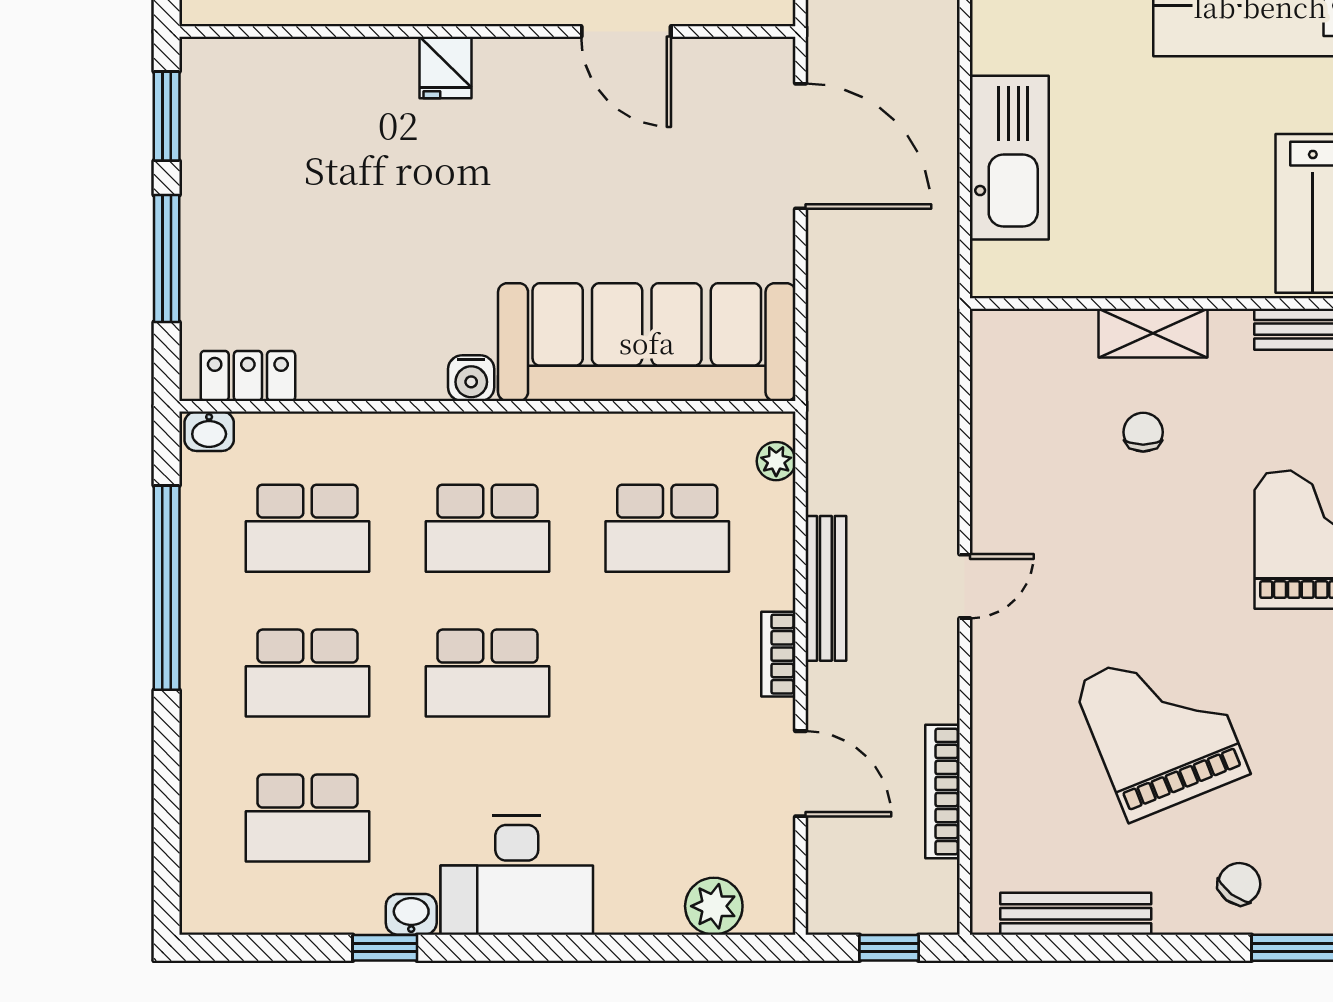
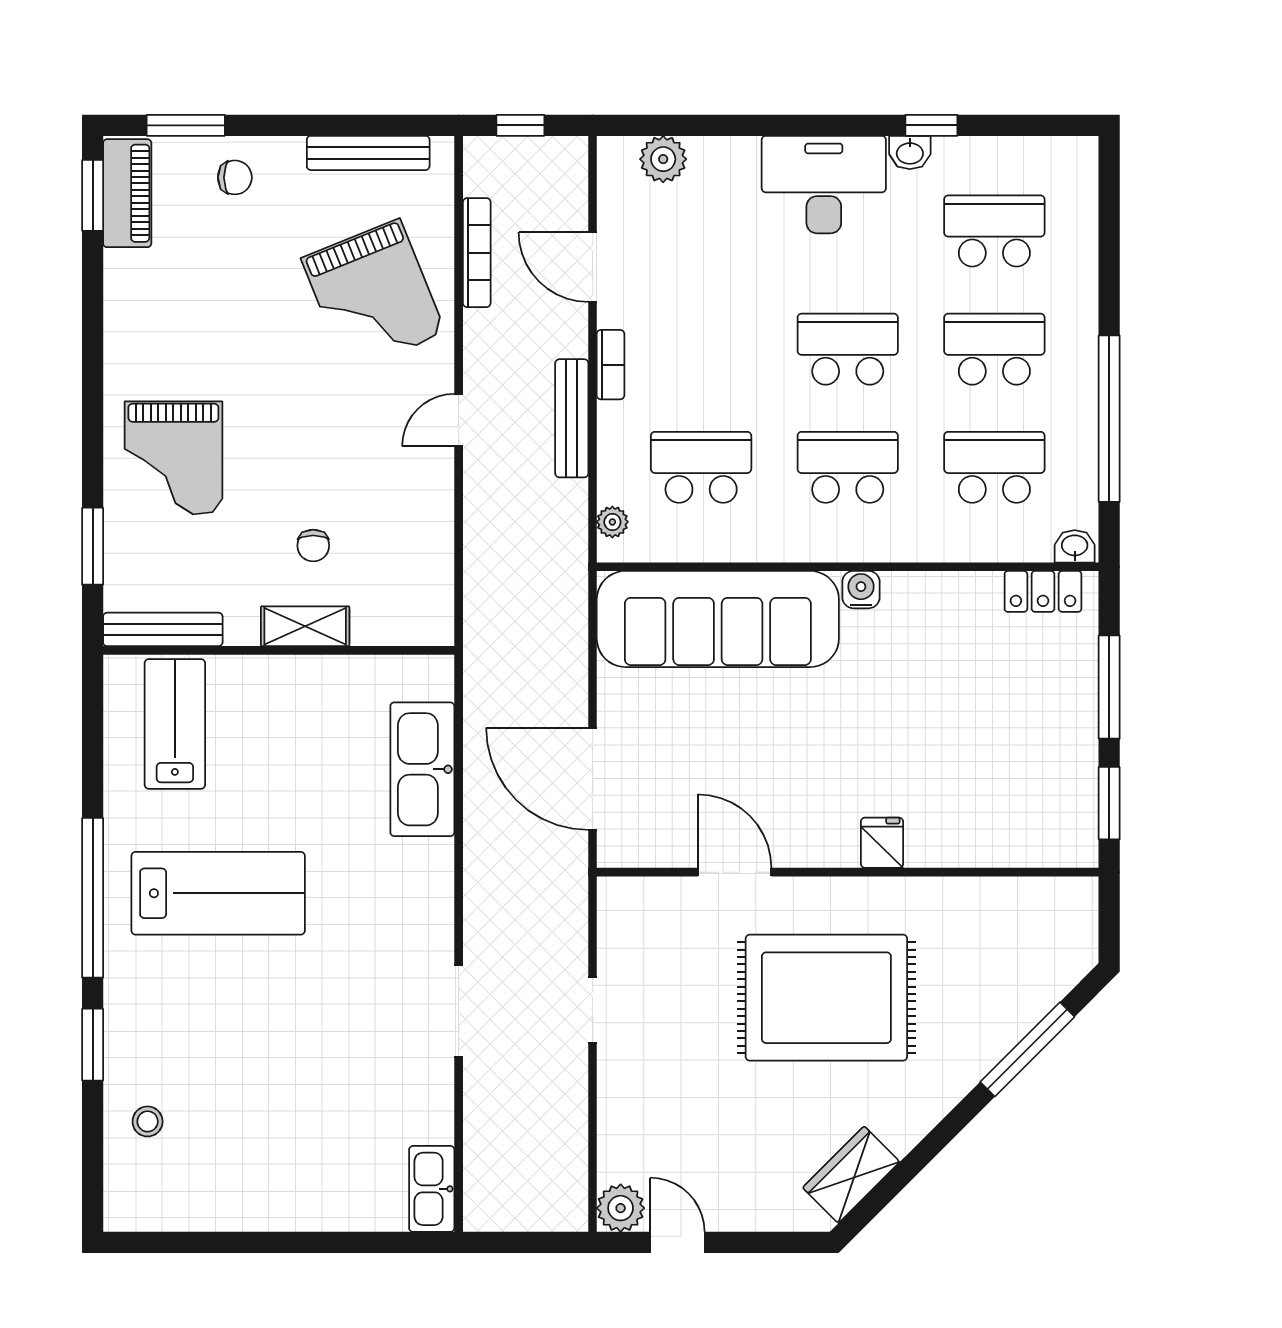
grand piano: (1161, 728) -> (373, 296), moved
chair: (1239, 884) -> (235, 177), turned -127

